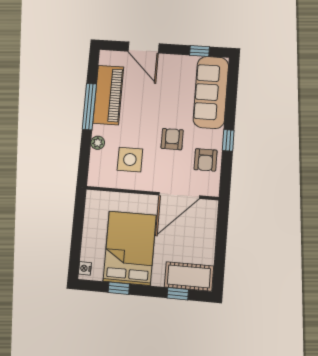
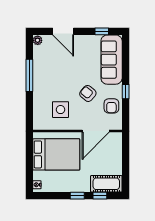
piano: (108, 95) -> (42, 66), removed
armchair: (172, 139) -> (88, 93), turned -50
plant: (98, 143) -> (38, 40), moved
bed: (130, 248) -> (56, 154), moved, turned 90
window: (119, 288) -> (77, 196), moved

